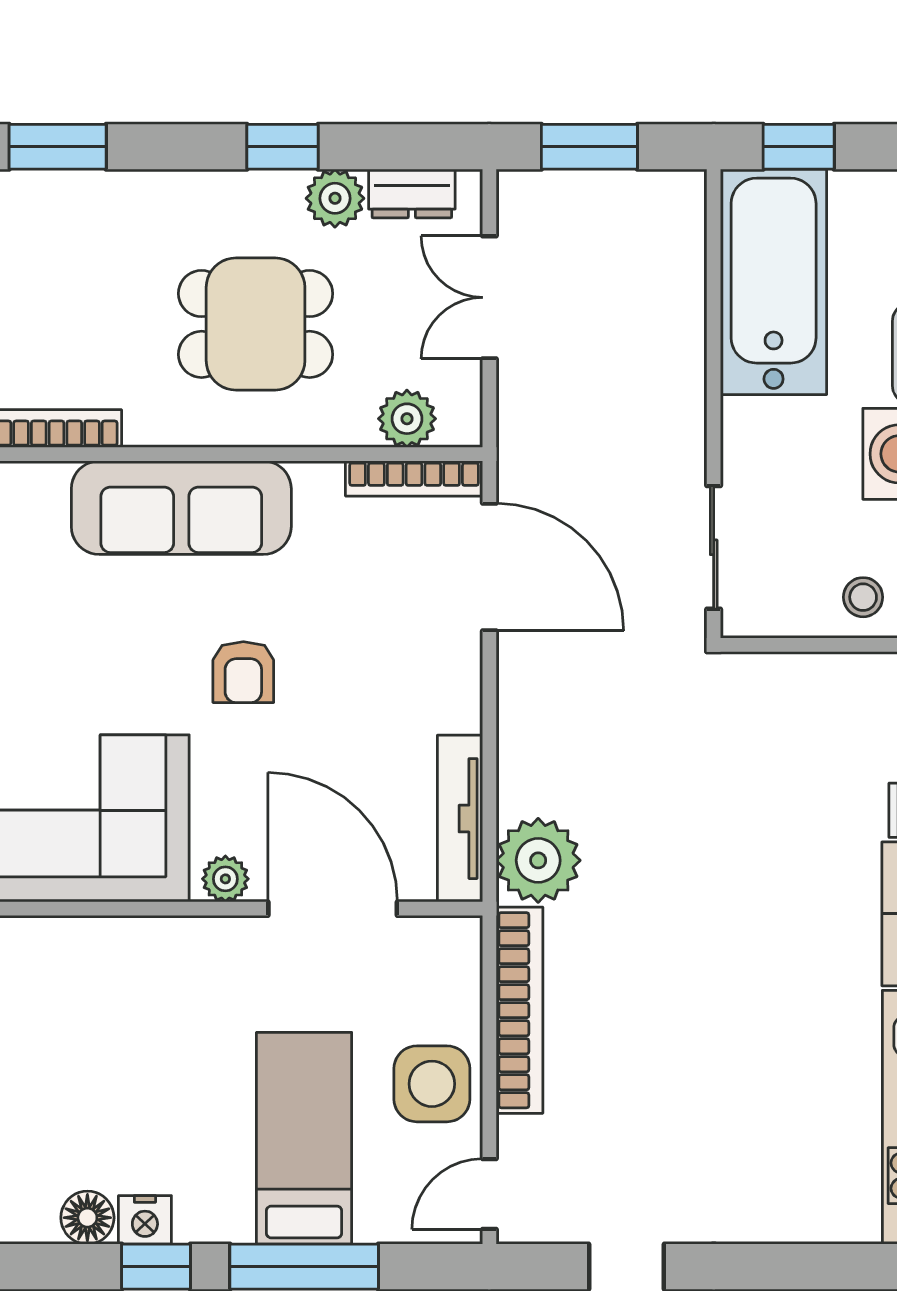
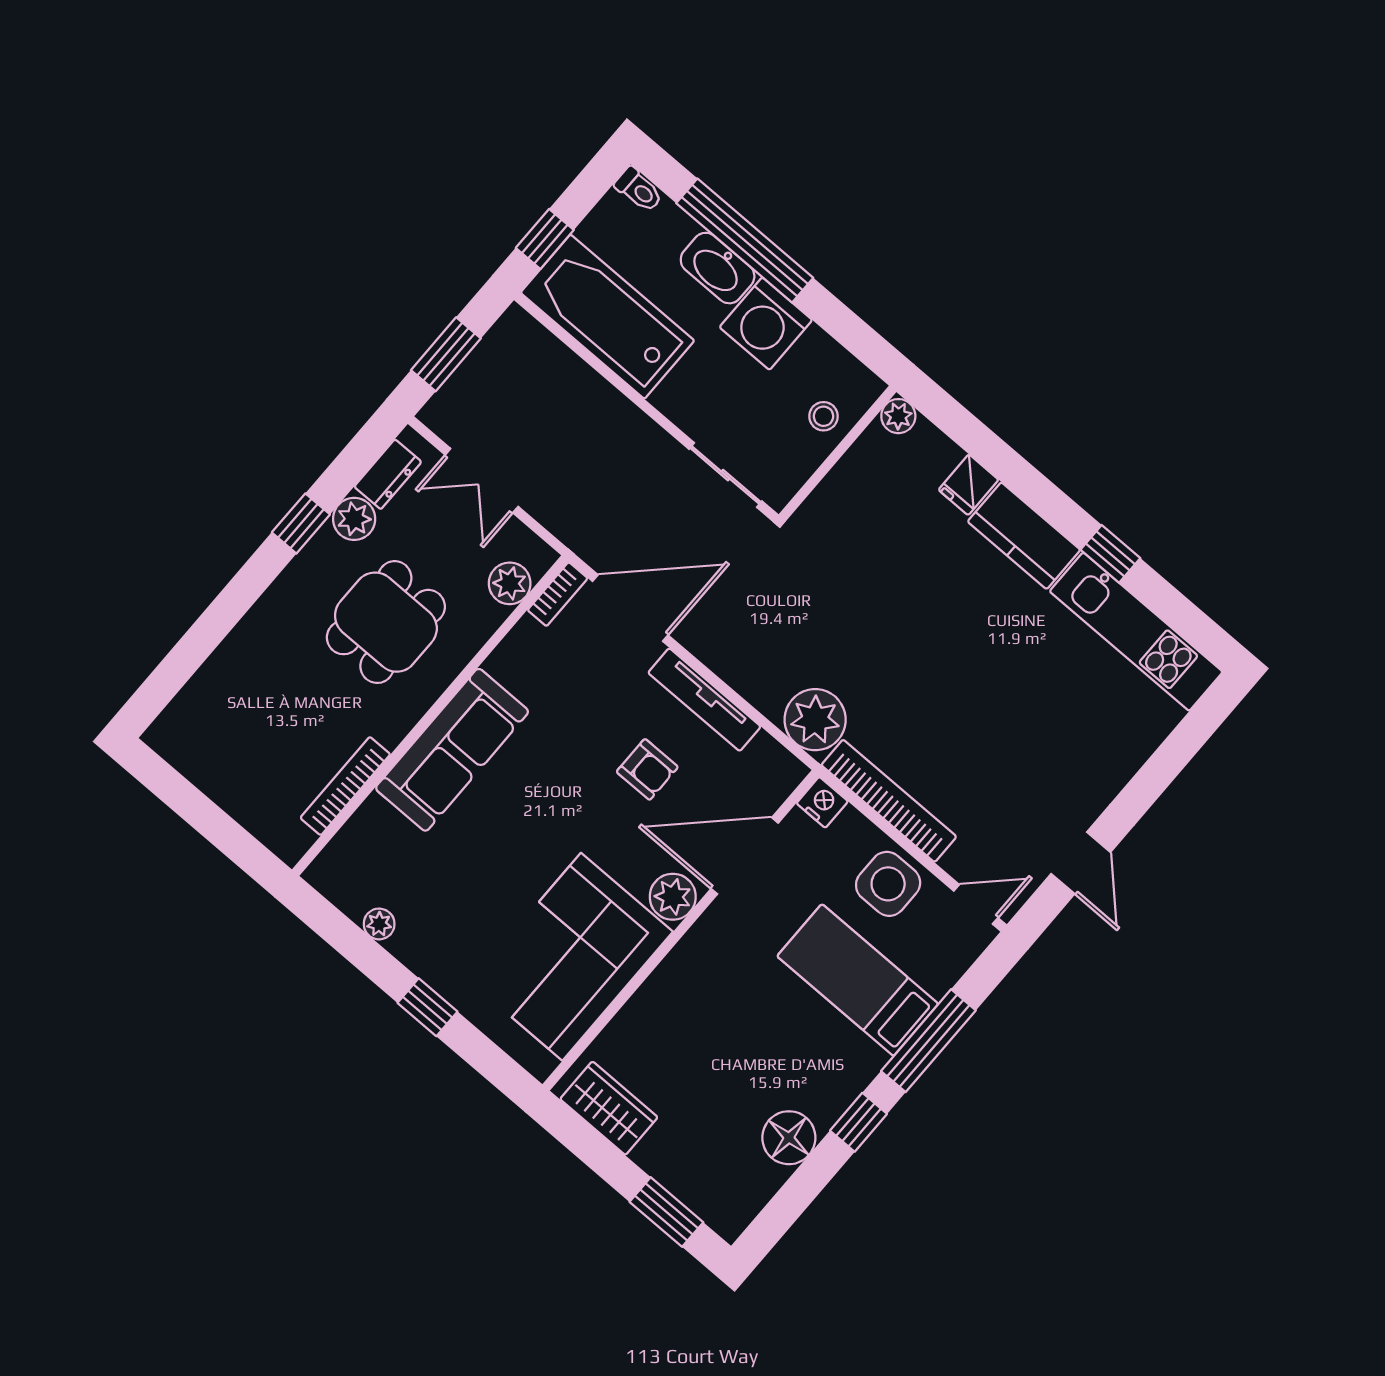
window: (58, 147) -> (195, 647), removed
bookcase: (414, 478) -> (558, 594), width x0.64
armchair: (243, 672) -> (647, 769), moved
tv unit: (460, 819) -> (704, 700), moved
plant: (225, 879) -> (673, 897), width x1.38, depth x1.38
door: (489, 1194) -> (976, 904), swing flipped
floor lamp: (87, 1218) -> (789, 1138), width x1.38, depth x1.38
nightstand: (145, 1220) -> (822, 802), moved, turned -90

